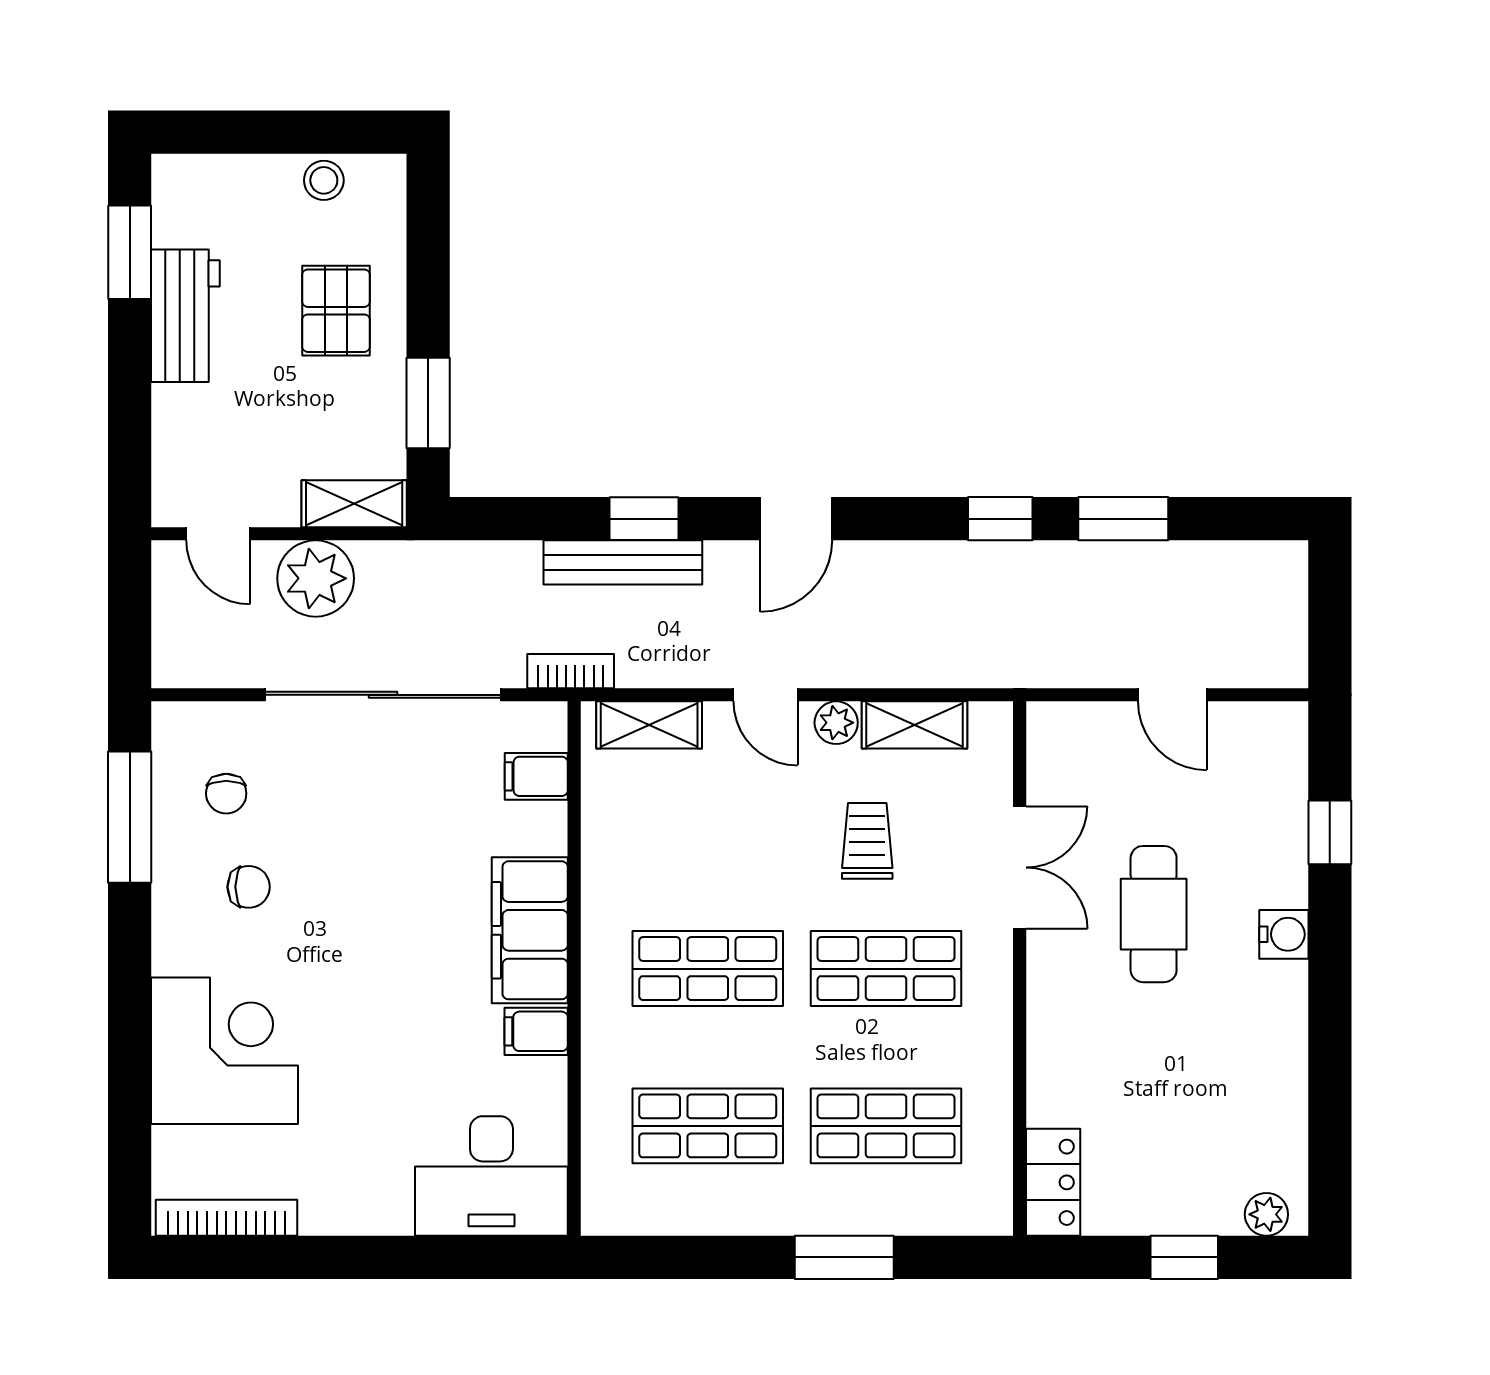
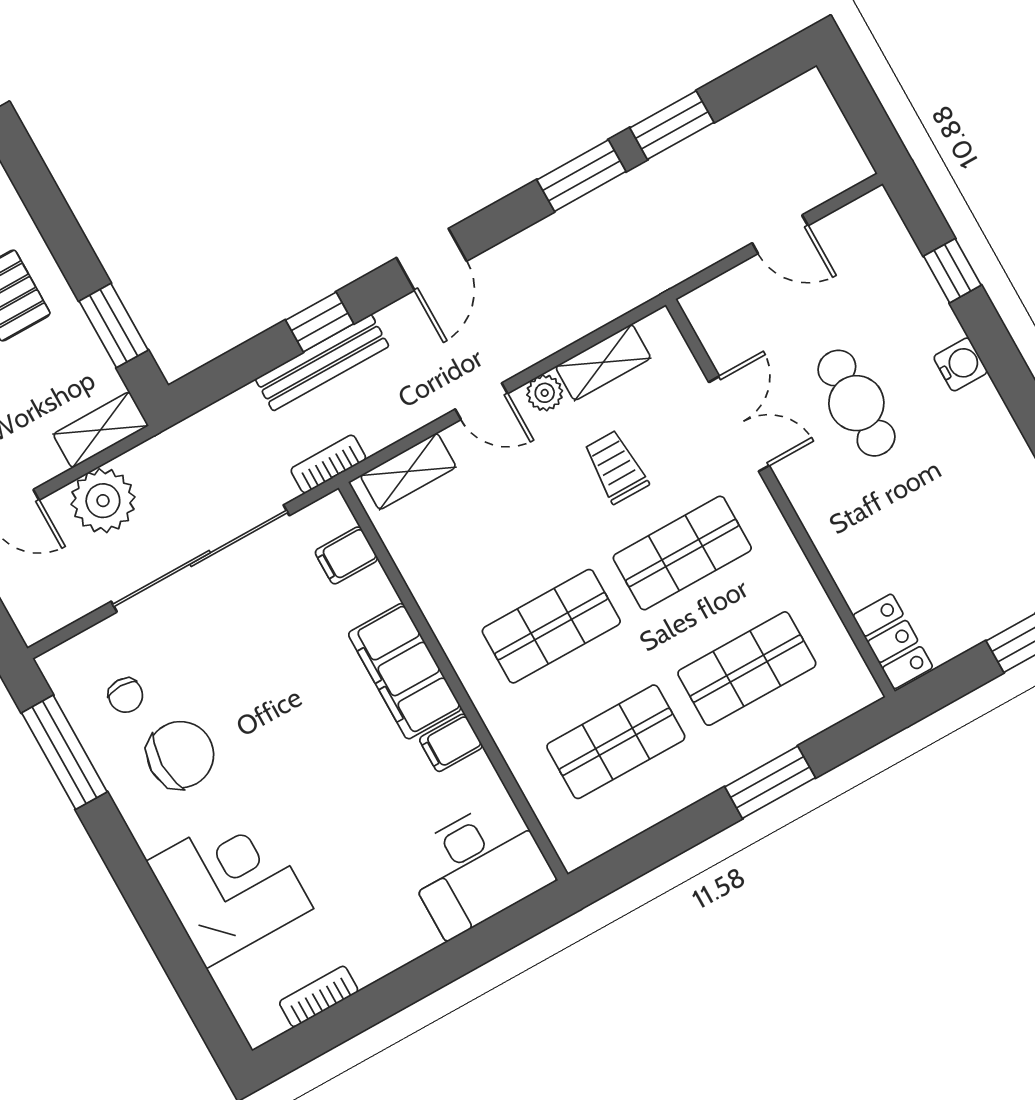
window: (1000, 519) -> (581, 176), width x1.50
chair: (249, 887) -> (180, 755), width x1.87, depth x1.87
bookcase: (226, 1218) -> (319, 996), width x0.64

